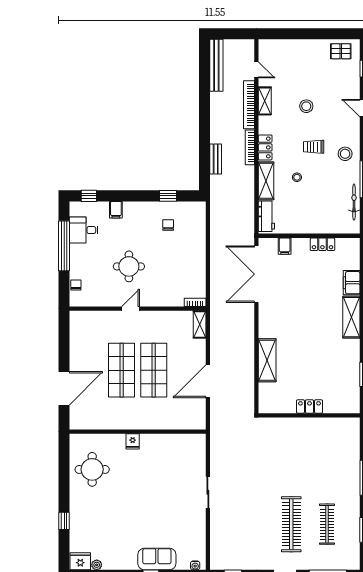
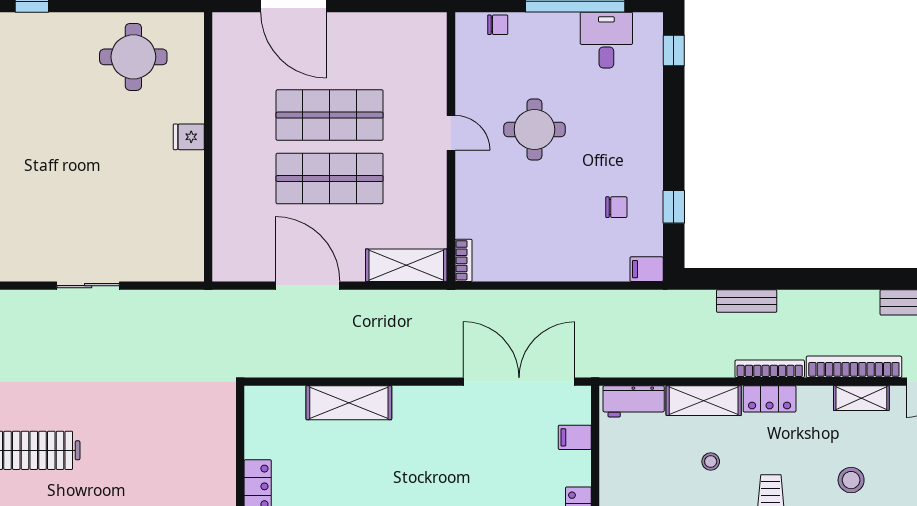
filing cabinet: (116, 210) -> (647, 269), moved
shelving: (200, 324) -> (406, 265), width x1.50, depth x1.33

